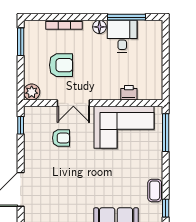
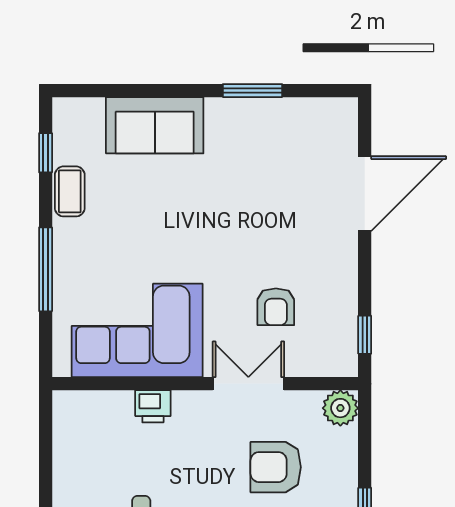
printer: (129, 93) -> (153, 406), moved
window: (166, 133) -> (46, 269), moved
armchair: (61, 138) -> (276, 307), turned -90

